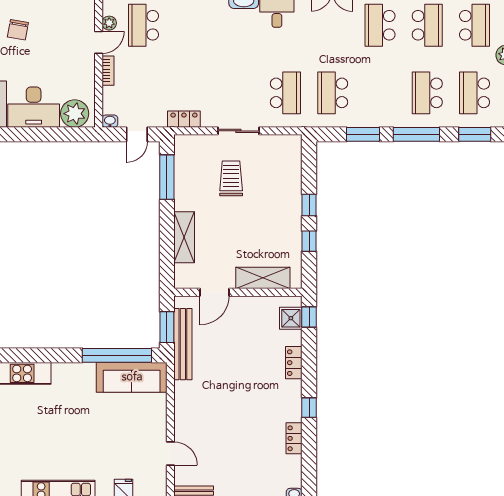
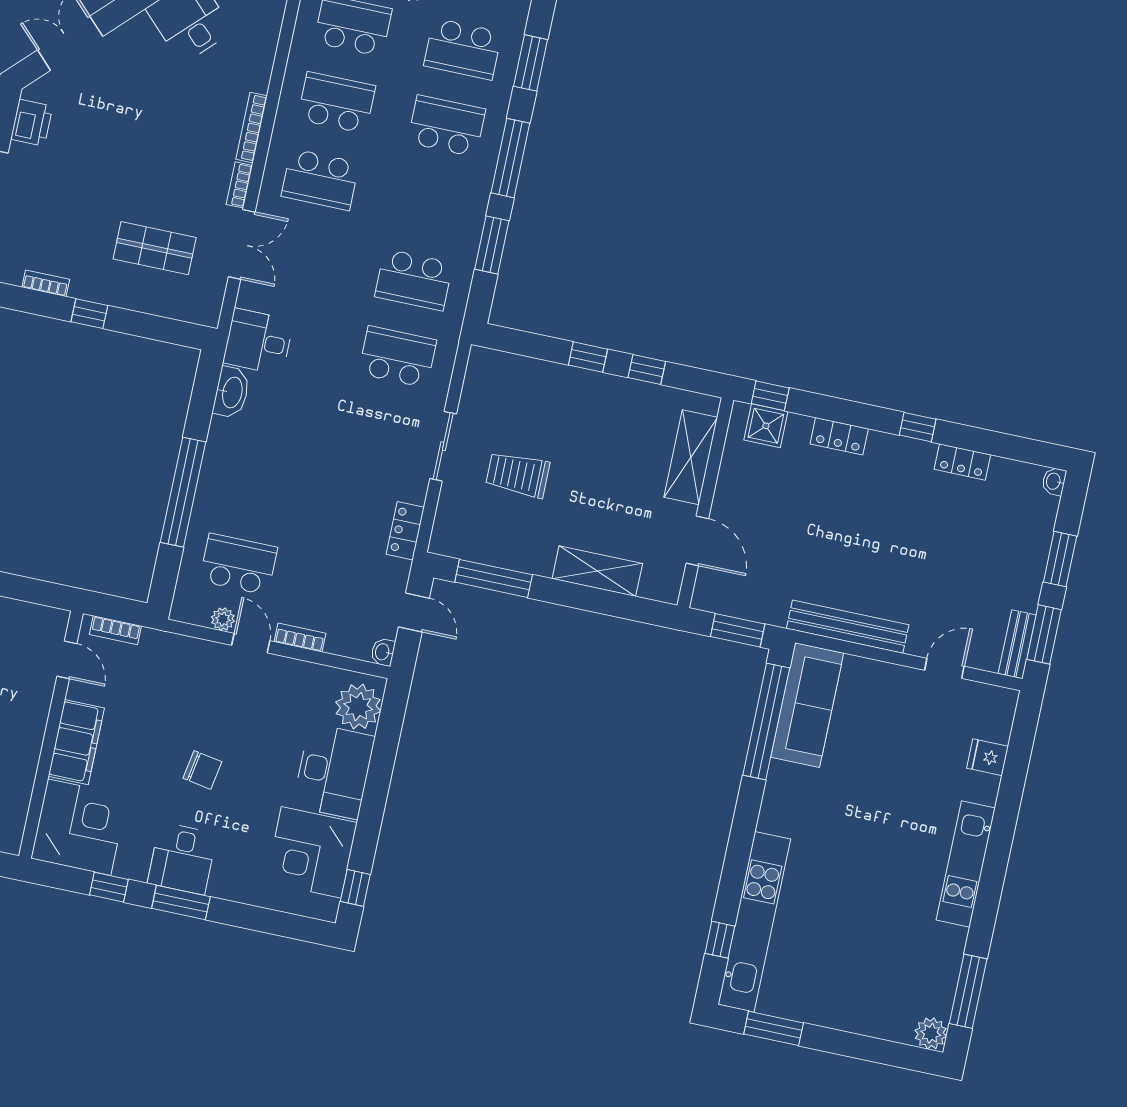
school desk: (143, 25) -> (238, 564), turned 180
school desk: (427, 93) -> (447, 126), turned 180
bench: (183, 344) -> (848, 627), moved

